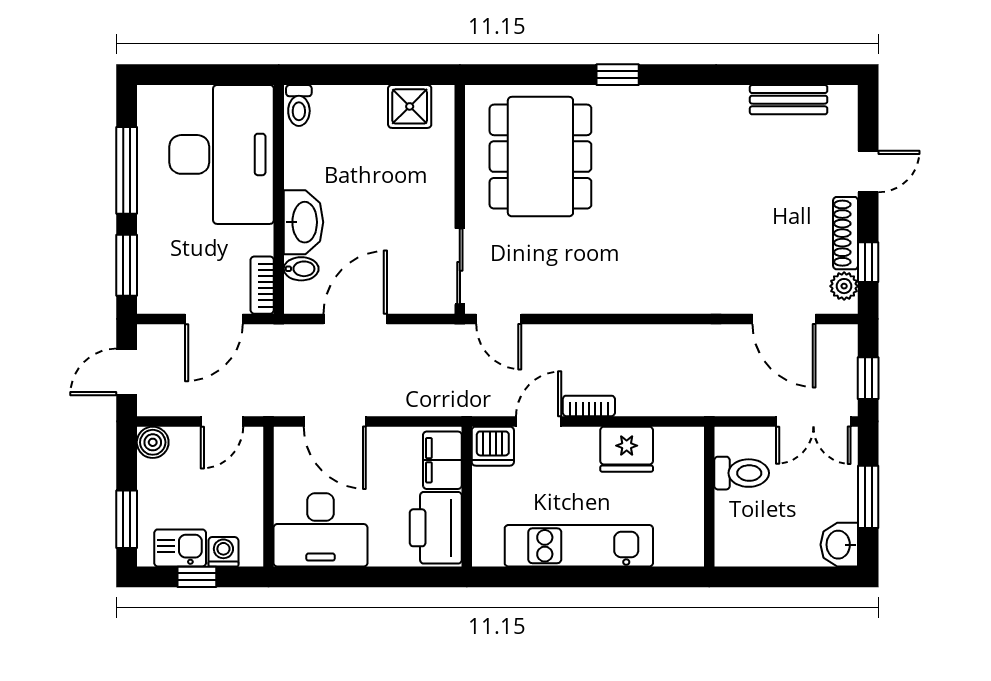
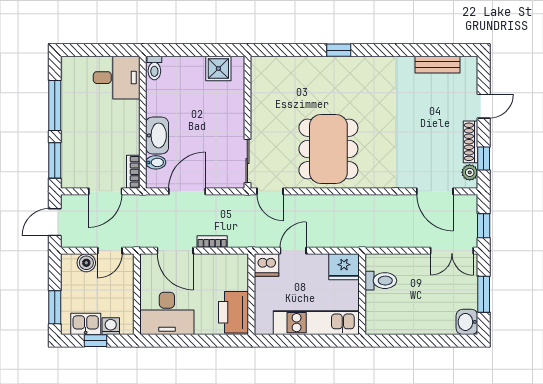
desk: (222, 154) -> (117, 78), width x0.53, depth x0.77
dining table: (540, 157) -> (328, 149), moved
bookcase: (589, 406) -> (212, 242), moved
boiler: (153, 442) -> (86, 263), moved
filing cabinet: (442, 460) -> (237, 273), removed
toilet: (742, 473) -> (381, 281), moved
wall: (709, 497) -> (362, 294), moved

